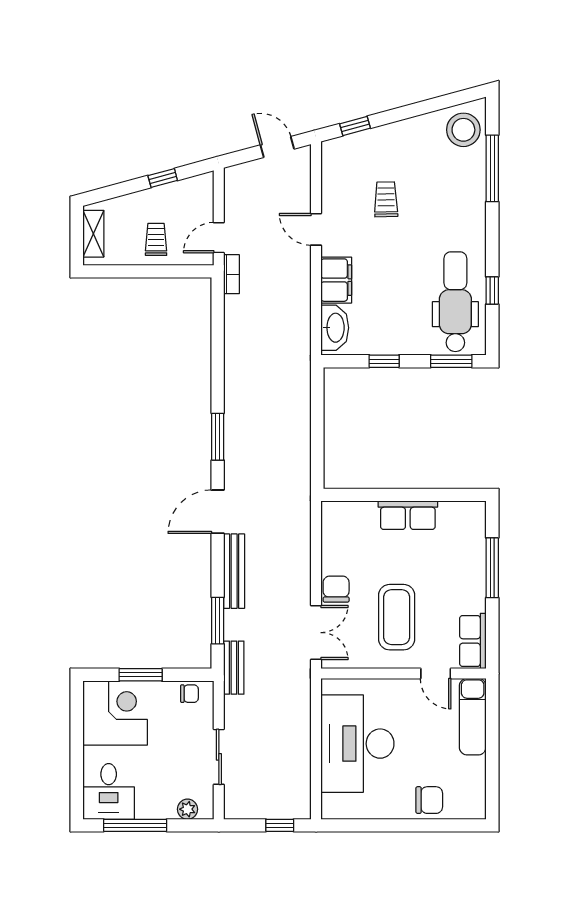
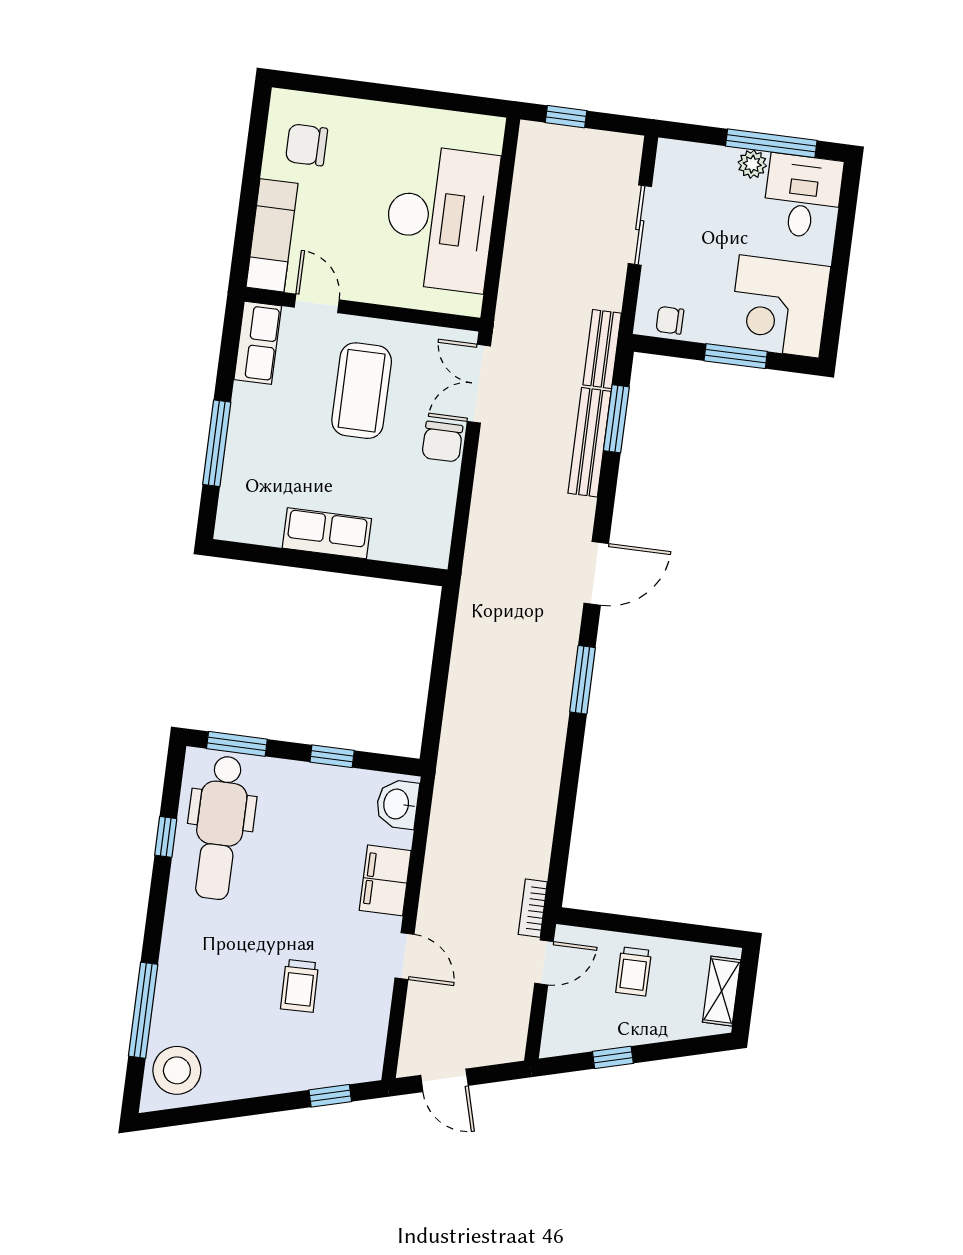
washbasin: (335, 328) -> (397, 804), width x0.72
bench: (234, 571) -> (590, 442), moved
chair: (429, 800) -> (307, 145), moved
plant: (187, 809) -> (752, 164), moved

